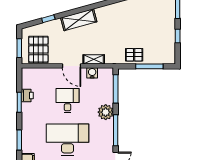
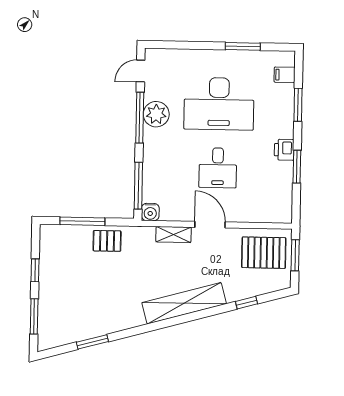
shelving: (79, 20) -> (184, 303), width x1.47
pallet: (38, 49) -> (264, 253), turned 90
water cooler: (92, 73) -> (150, 212), moved
printer: (27, 96) -> (284, 150), moved
plant: (106, 112) -> (156, 114), moved

